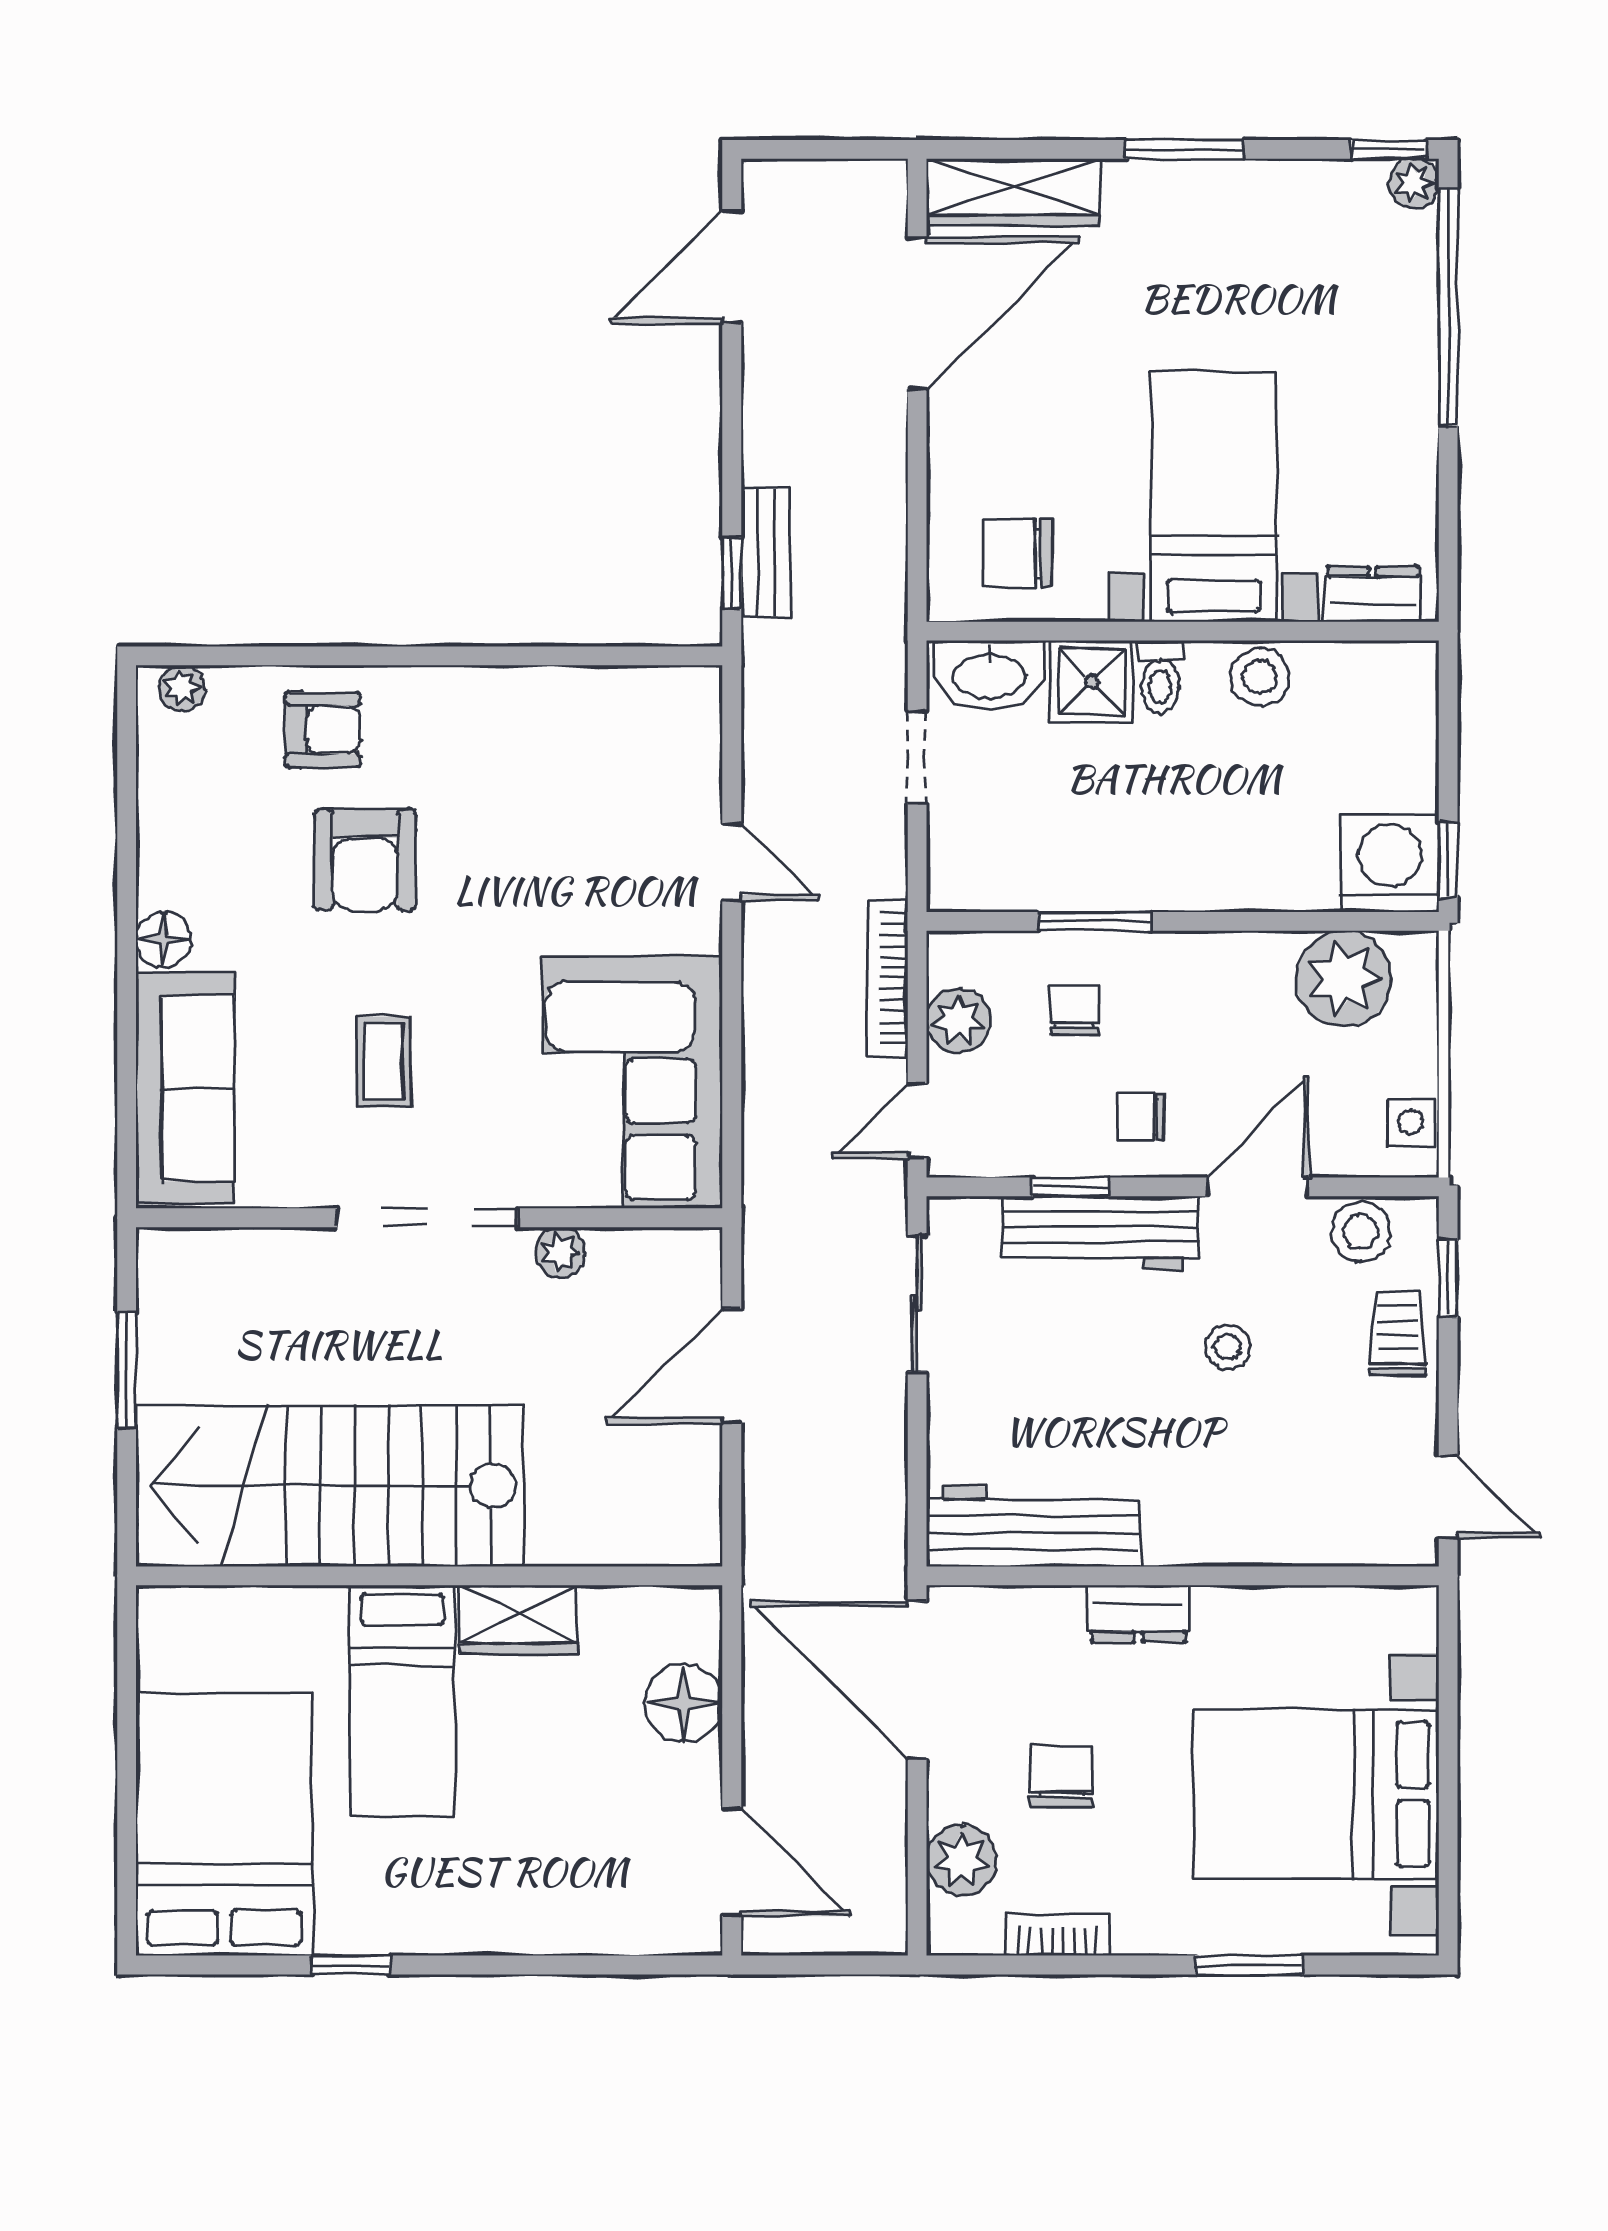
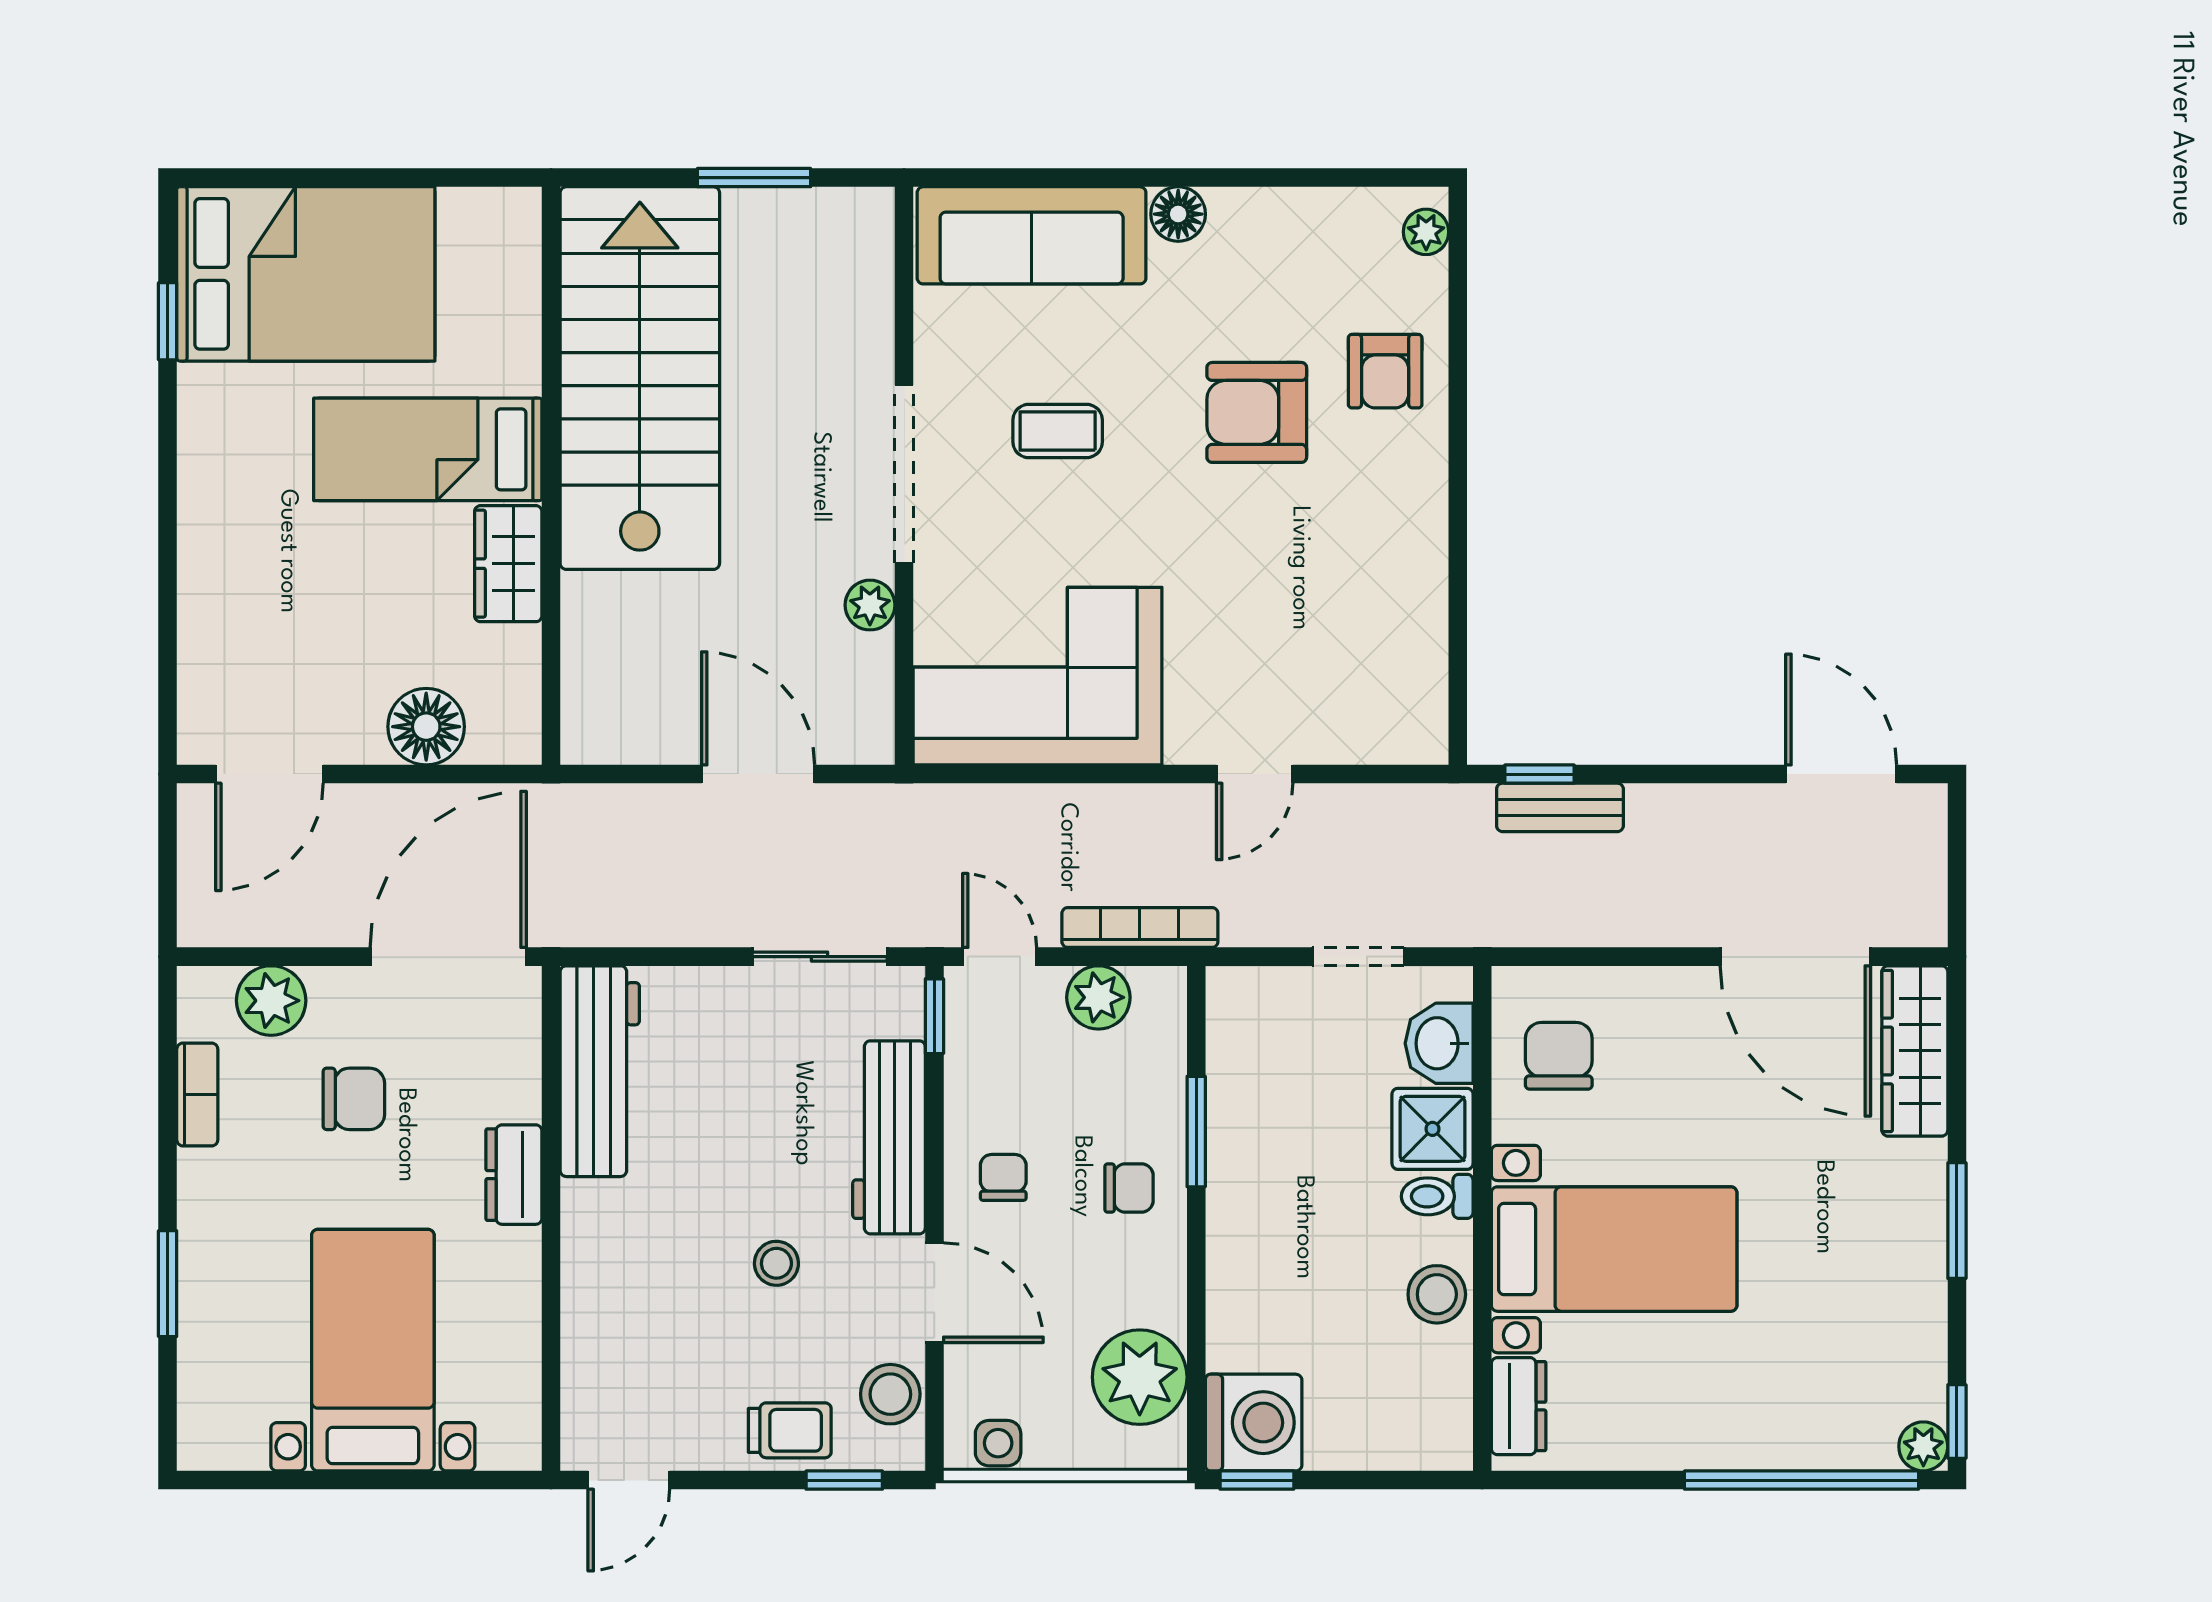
washbasin: (989, 675) -> (1439, 1043), width x0.72
chair: (1075, 1010) -> (1129, 1188), moved
window: (1070, 1187) -> (934, 1016), moved
bed with nightstands: (1316, 1794) -> (373, 1350), width x0.73
window: (351, 1965) -> (168, 321), moved

